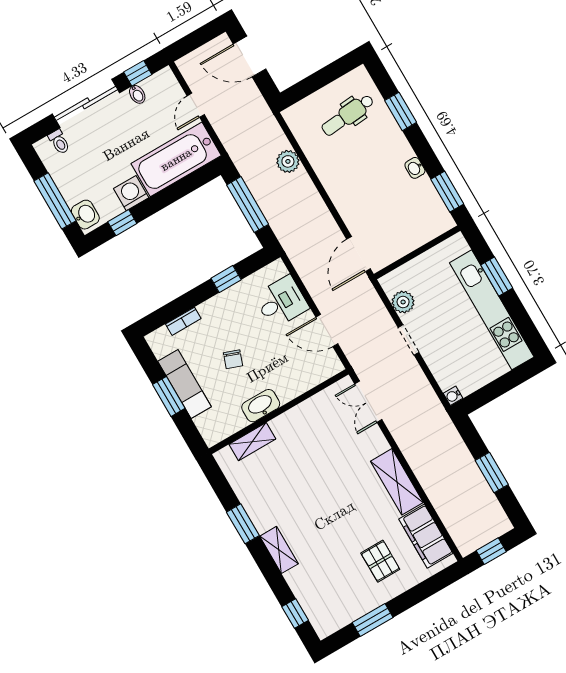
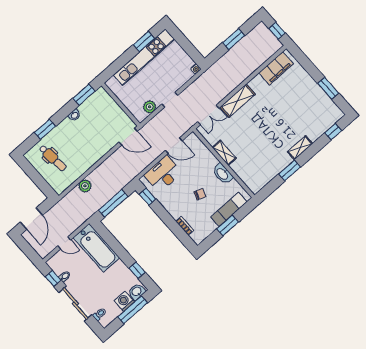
washing machine: (131, 193) -> (124, 301), moved, turned 90
window: (497, 277) -> (144, 42), moved
window: (226, 279) -> (148, 197), moved
desk: (281, 302) -> (163, 174), width x1.37
door: (327, 330) -> (174, 146), hinge flipped
exam couch: (184, 384) -> (229, 209), moved
shelving: (252, 442) -> (224, 153), moved
shelving: (397, 482) -> (238, 101), moved
pallet: (380, 561) -> (295, 91), removed

